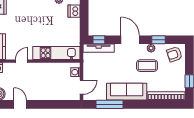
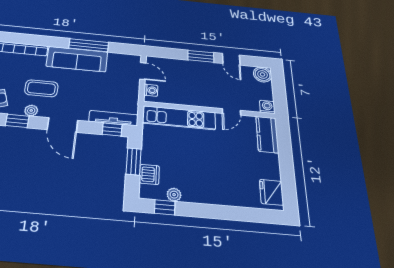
window: (84, 19) -> (134, 161), added
door: (82, 87) -> (143, 71), swing flipped
window: (42, 104) -> (201, 56), added
window: (110, 104) -> (89, 45), moved

